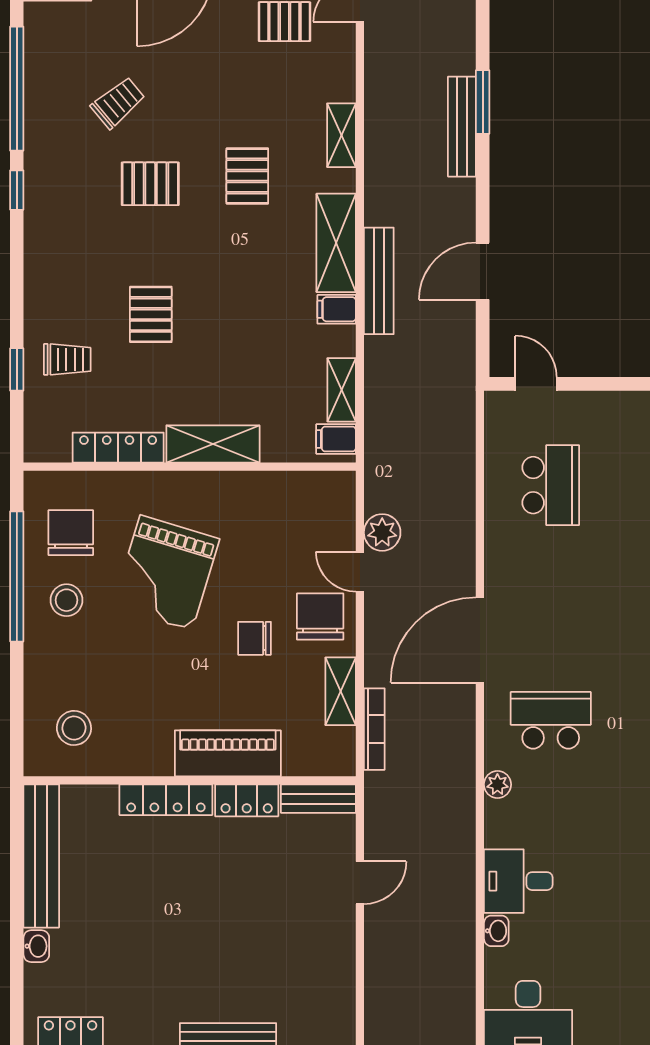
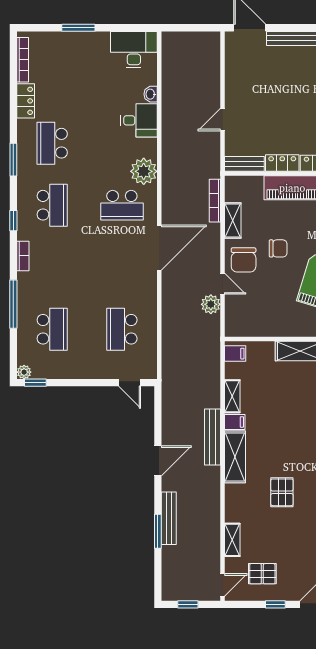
shelving: (341, 135) -> (232, 540), moved
door: (483, 271) -> (158, 461), moved
shelving: (342, 390) -> (232, 396), moved
plant: (497, 784) -> (144, 171), width x1.88, depth x1.88

